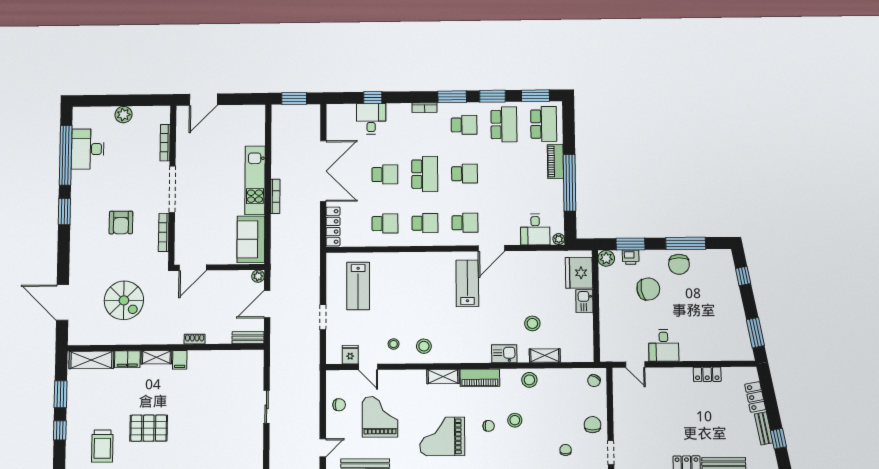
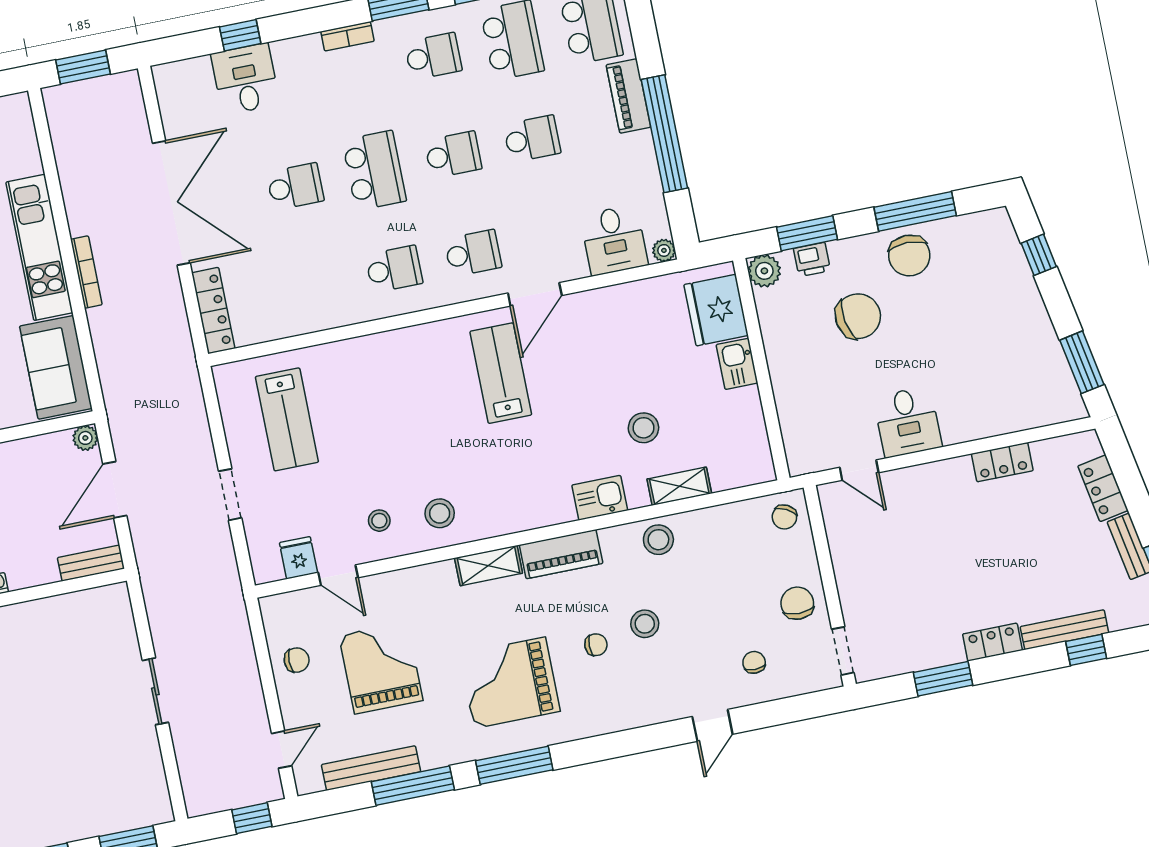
school desk: (385, 224) -> (532, 139), moved

